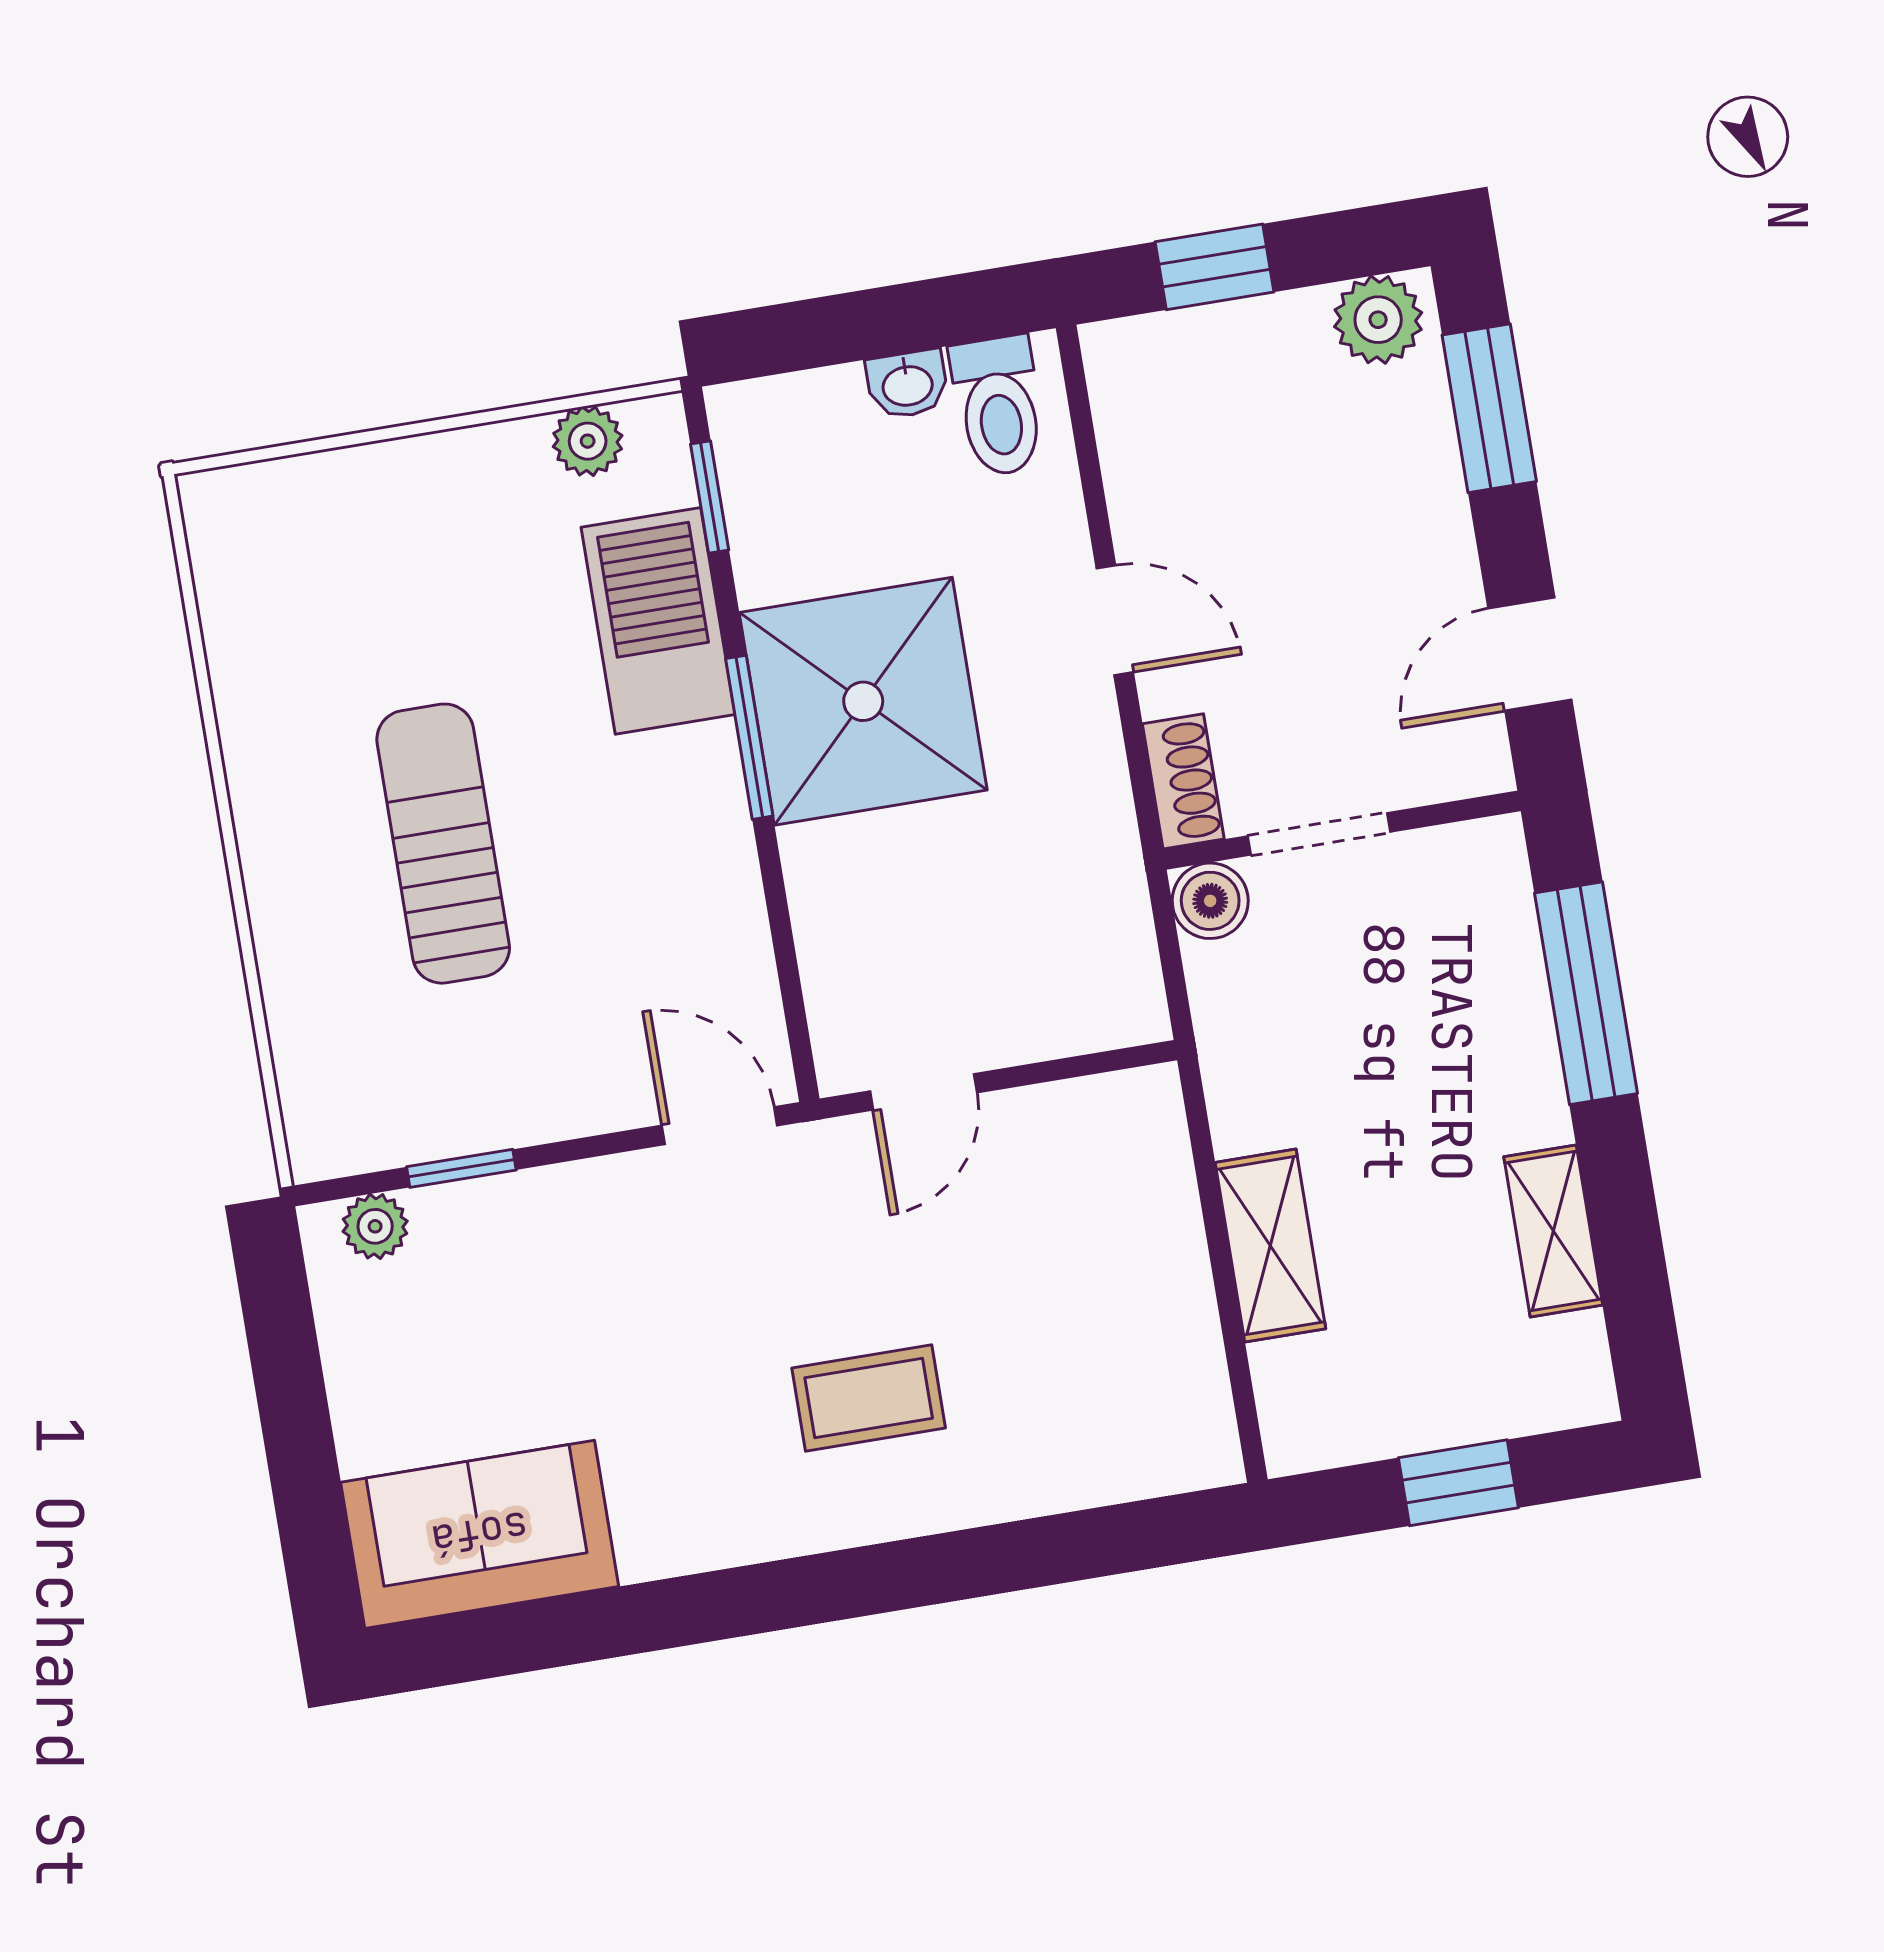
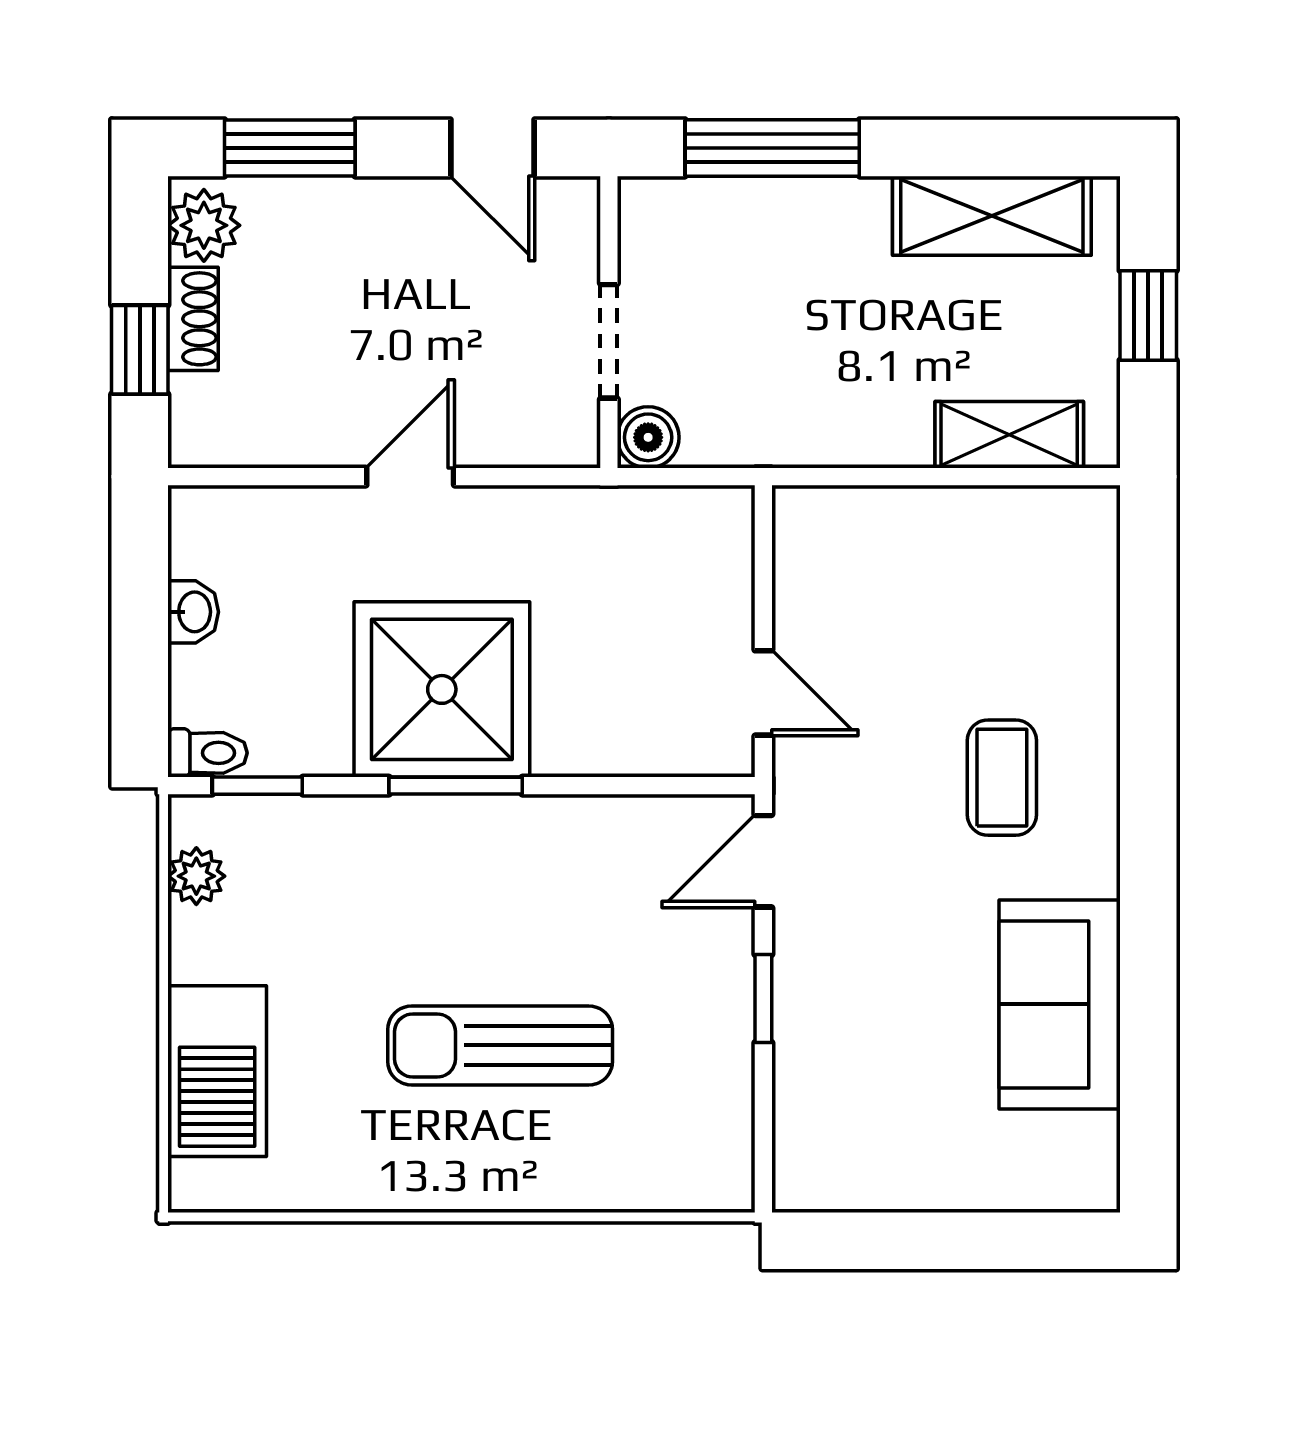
toilet: (998, 406) -> (207, 753), moved, width x0.73, depth x0.72
barbecue: (658, 621) -> (217, 1071), moved, turned -90
shoe rack: (1183, 781) -> (193, 319), moved, turned 90
window: (461, 1168) -> (763, 999), moved
plant: (375, 1226) -> (798, 1151), removed
shelving: (1553, 1231) -> (992, 216), width x1.50, depth x1.33
shelving: (1270, 1246) -> (1009, 435), moved
sofa: (480, 1534) -> (1060, 1004), moved

